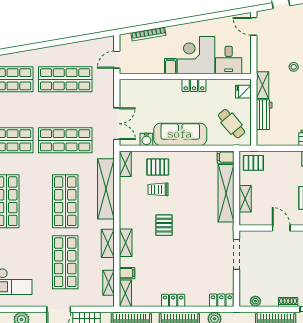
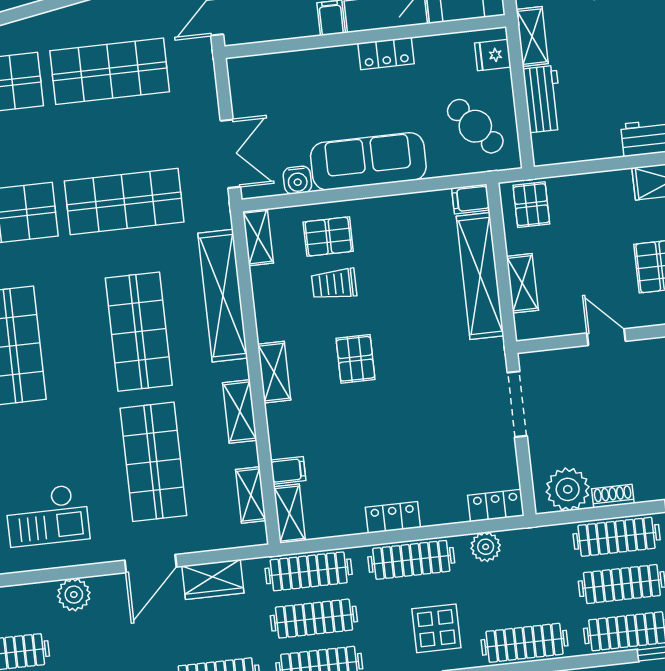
pallet: (253, 163) -> (531, 205), turned 90
shelving: (126, 243) -> (274, 372), moved
plant: (255, 301) -> (568, 489), width x1.88, depth x1.88
shoe rack: (288, 302) -> (613, 496), moved

